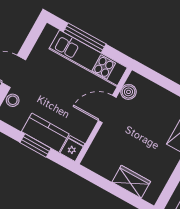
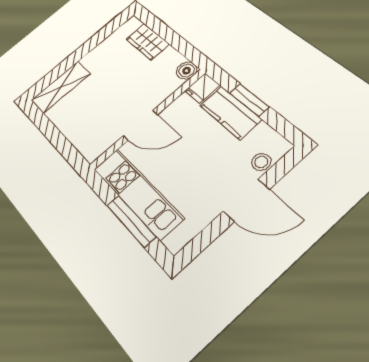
boiler: (128, 92) -> (187, 71), moved

